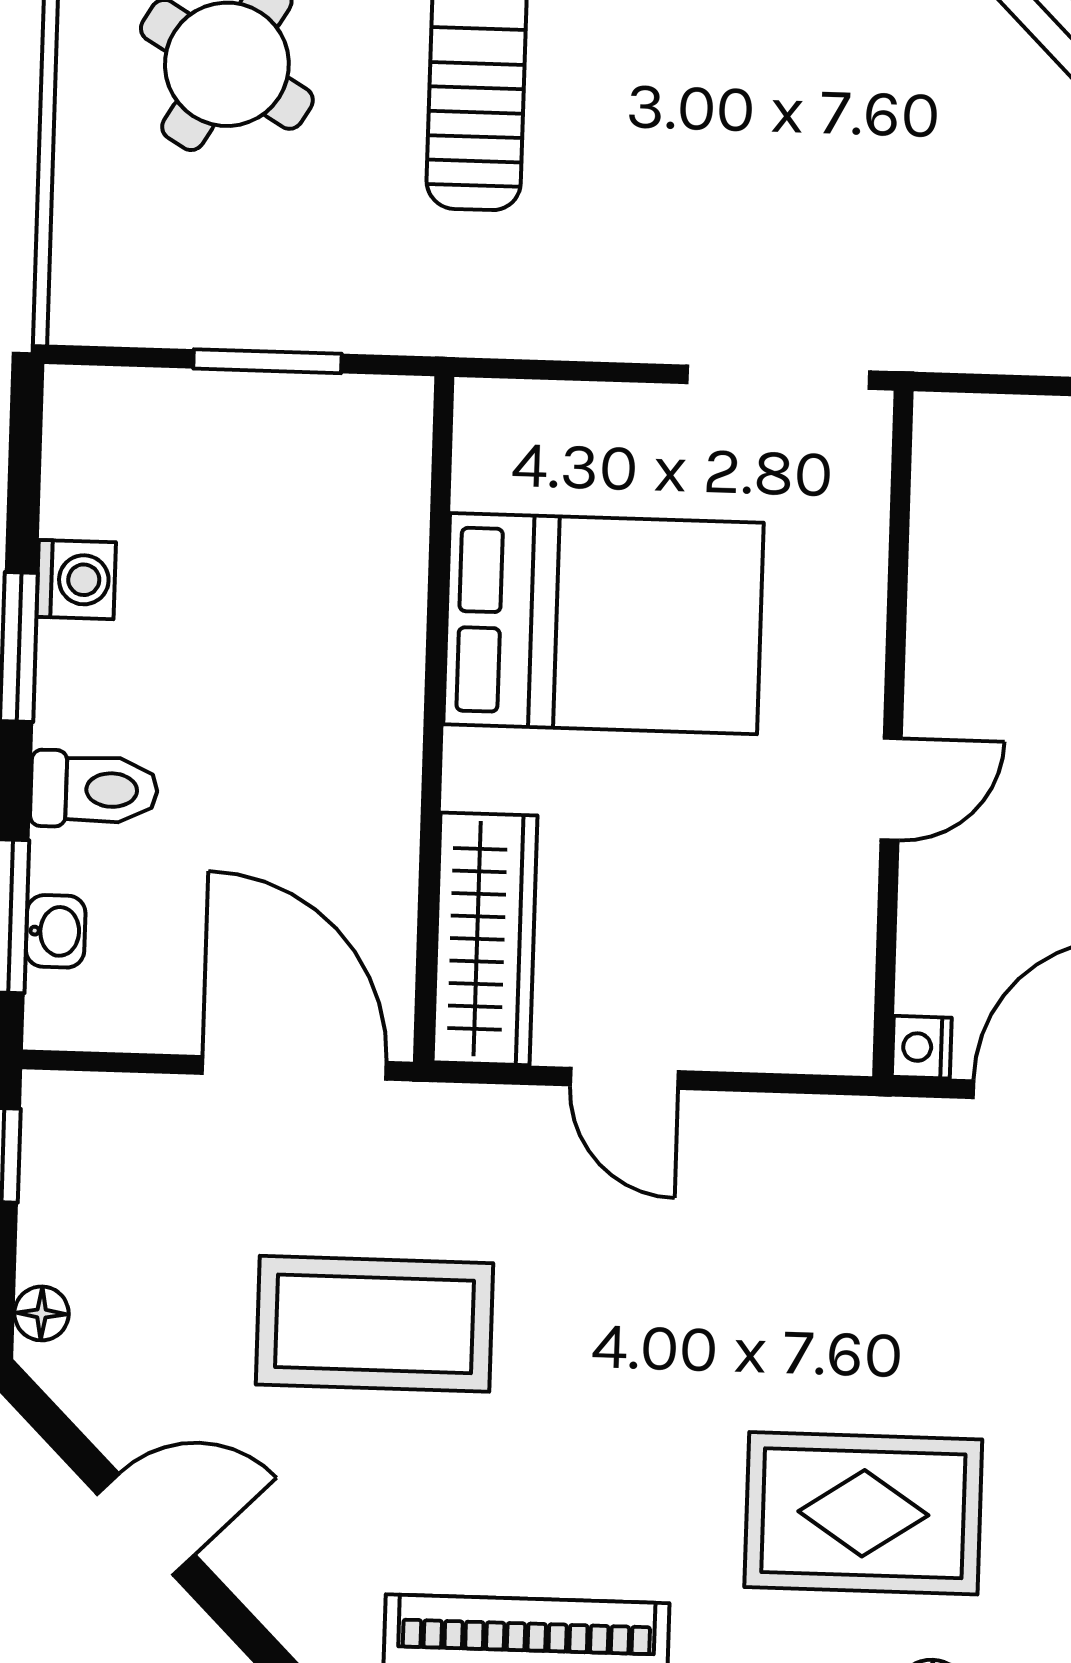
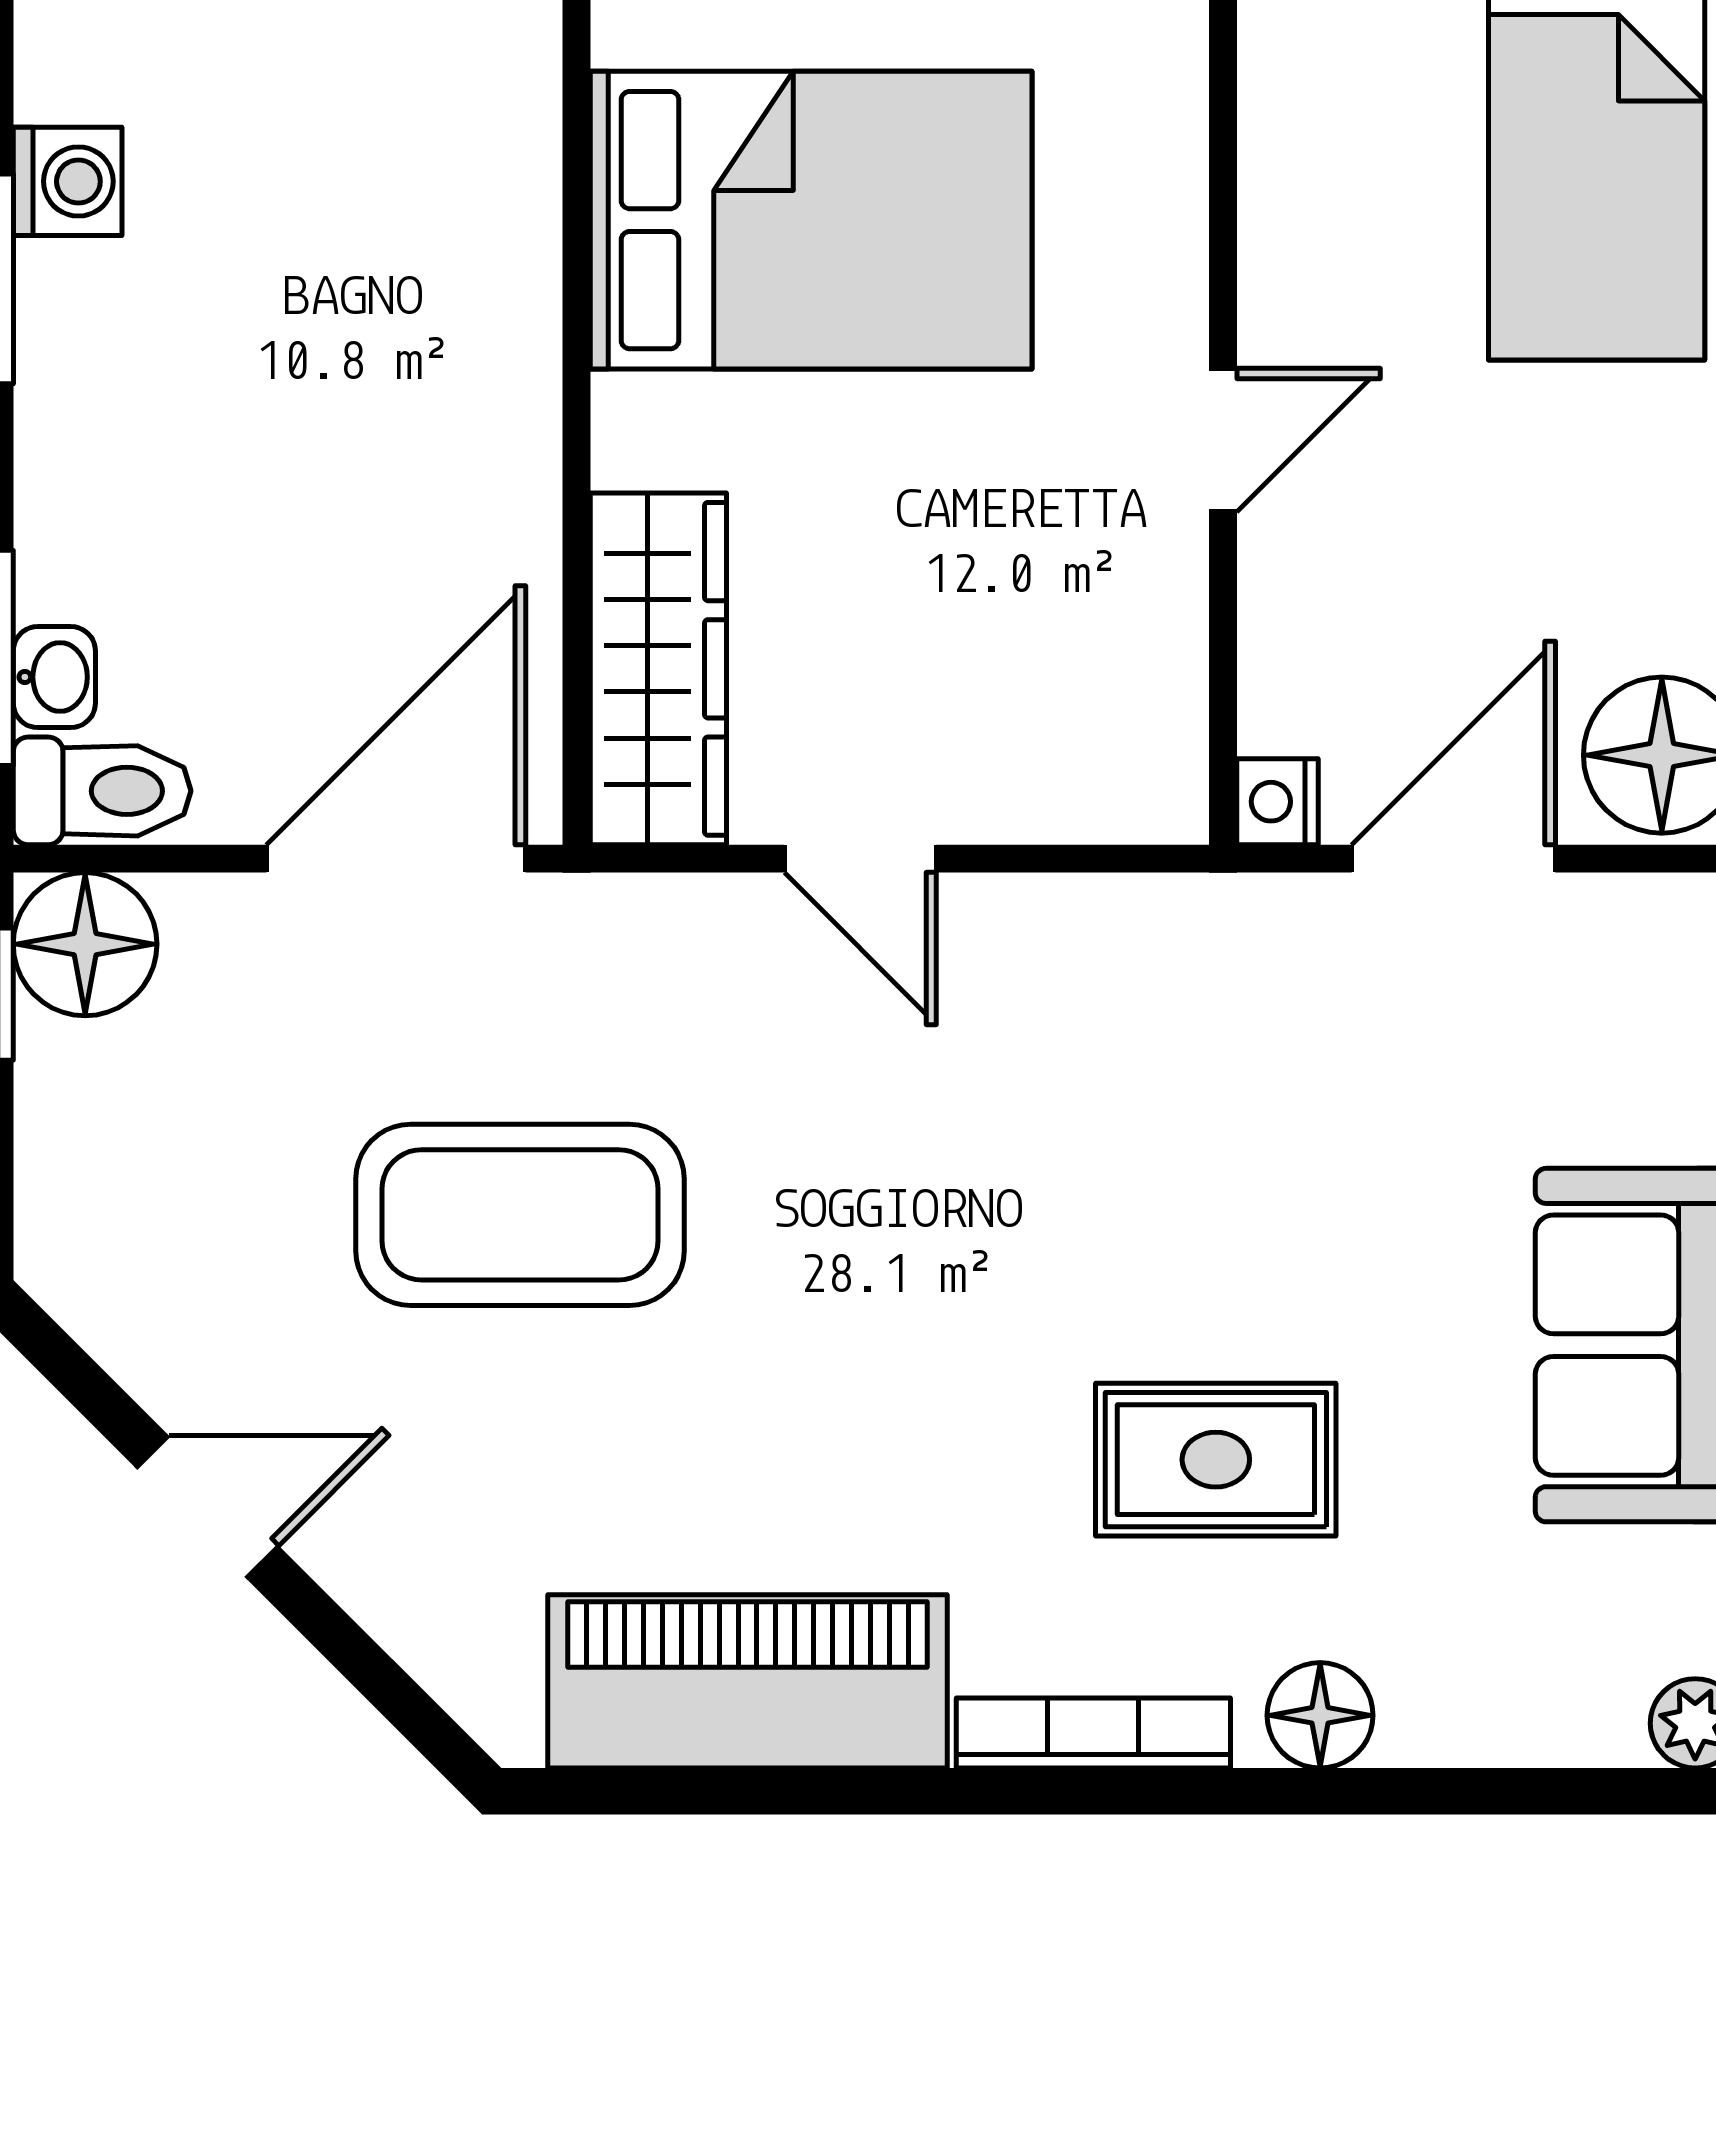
toilet: (94, 789) -> (102, 791), moved
door: (294, 1068) -> (396, 859), hinge flipped
floor lamp: (42, 1313) -> (85, 944), moved, width x1.89, depth x1.89
rug: (863, 1513) -> (1216, 1460), width x0.73, depth x0.70

